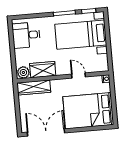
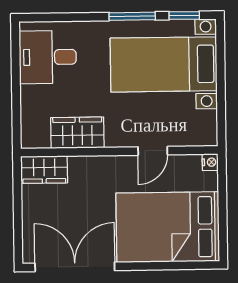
plant: (23, 72) -> (36, 136), removed
door: (79, 75) -> (153, 151), swing flipped
wardrobe: (34, 88) -> (44, 170), width x0.67

